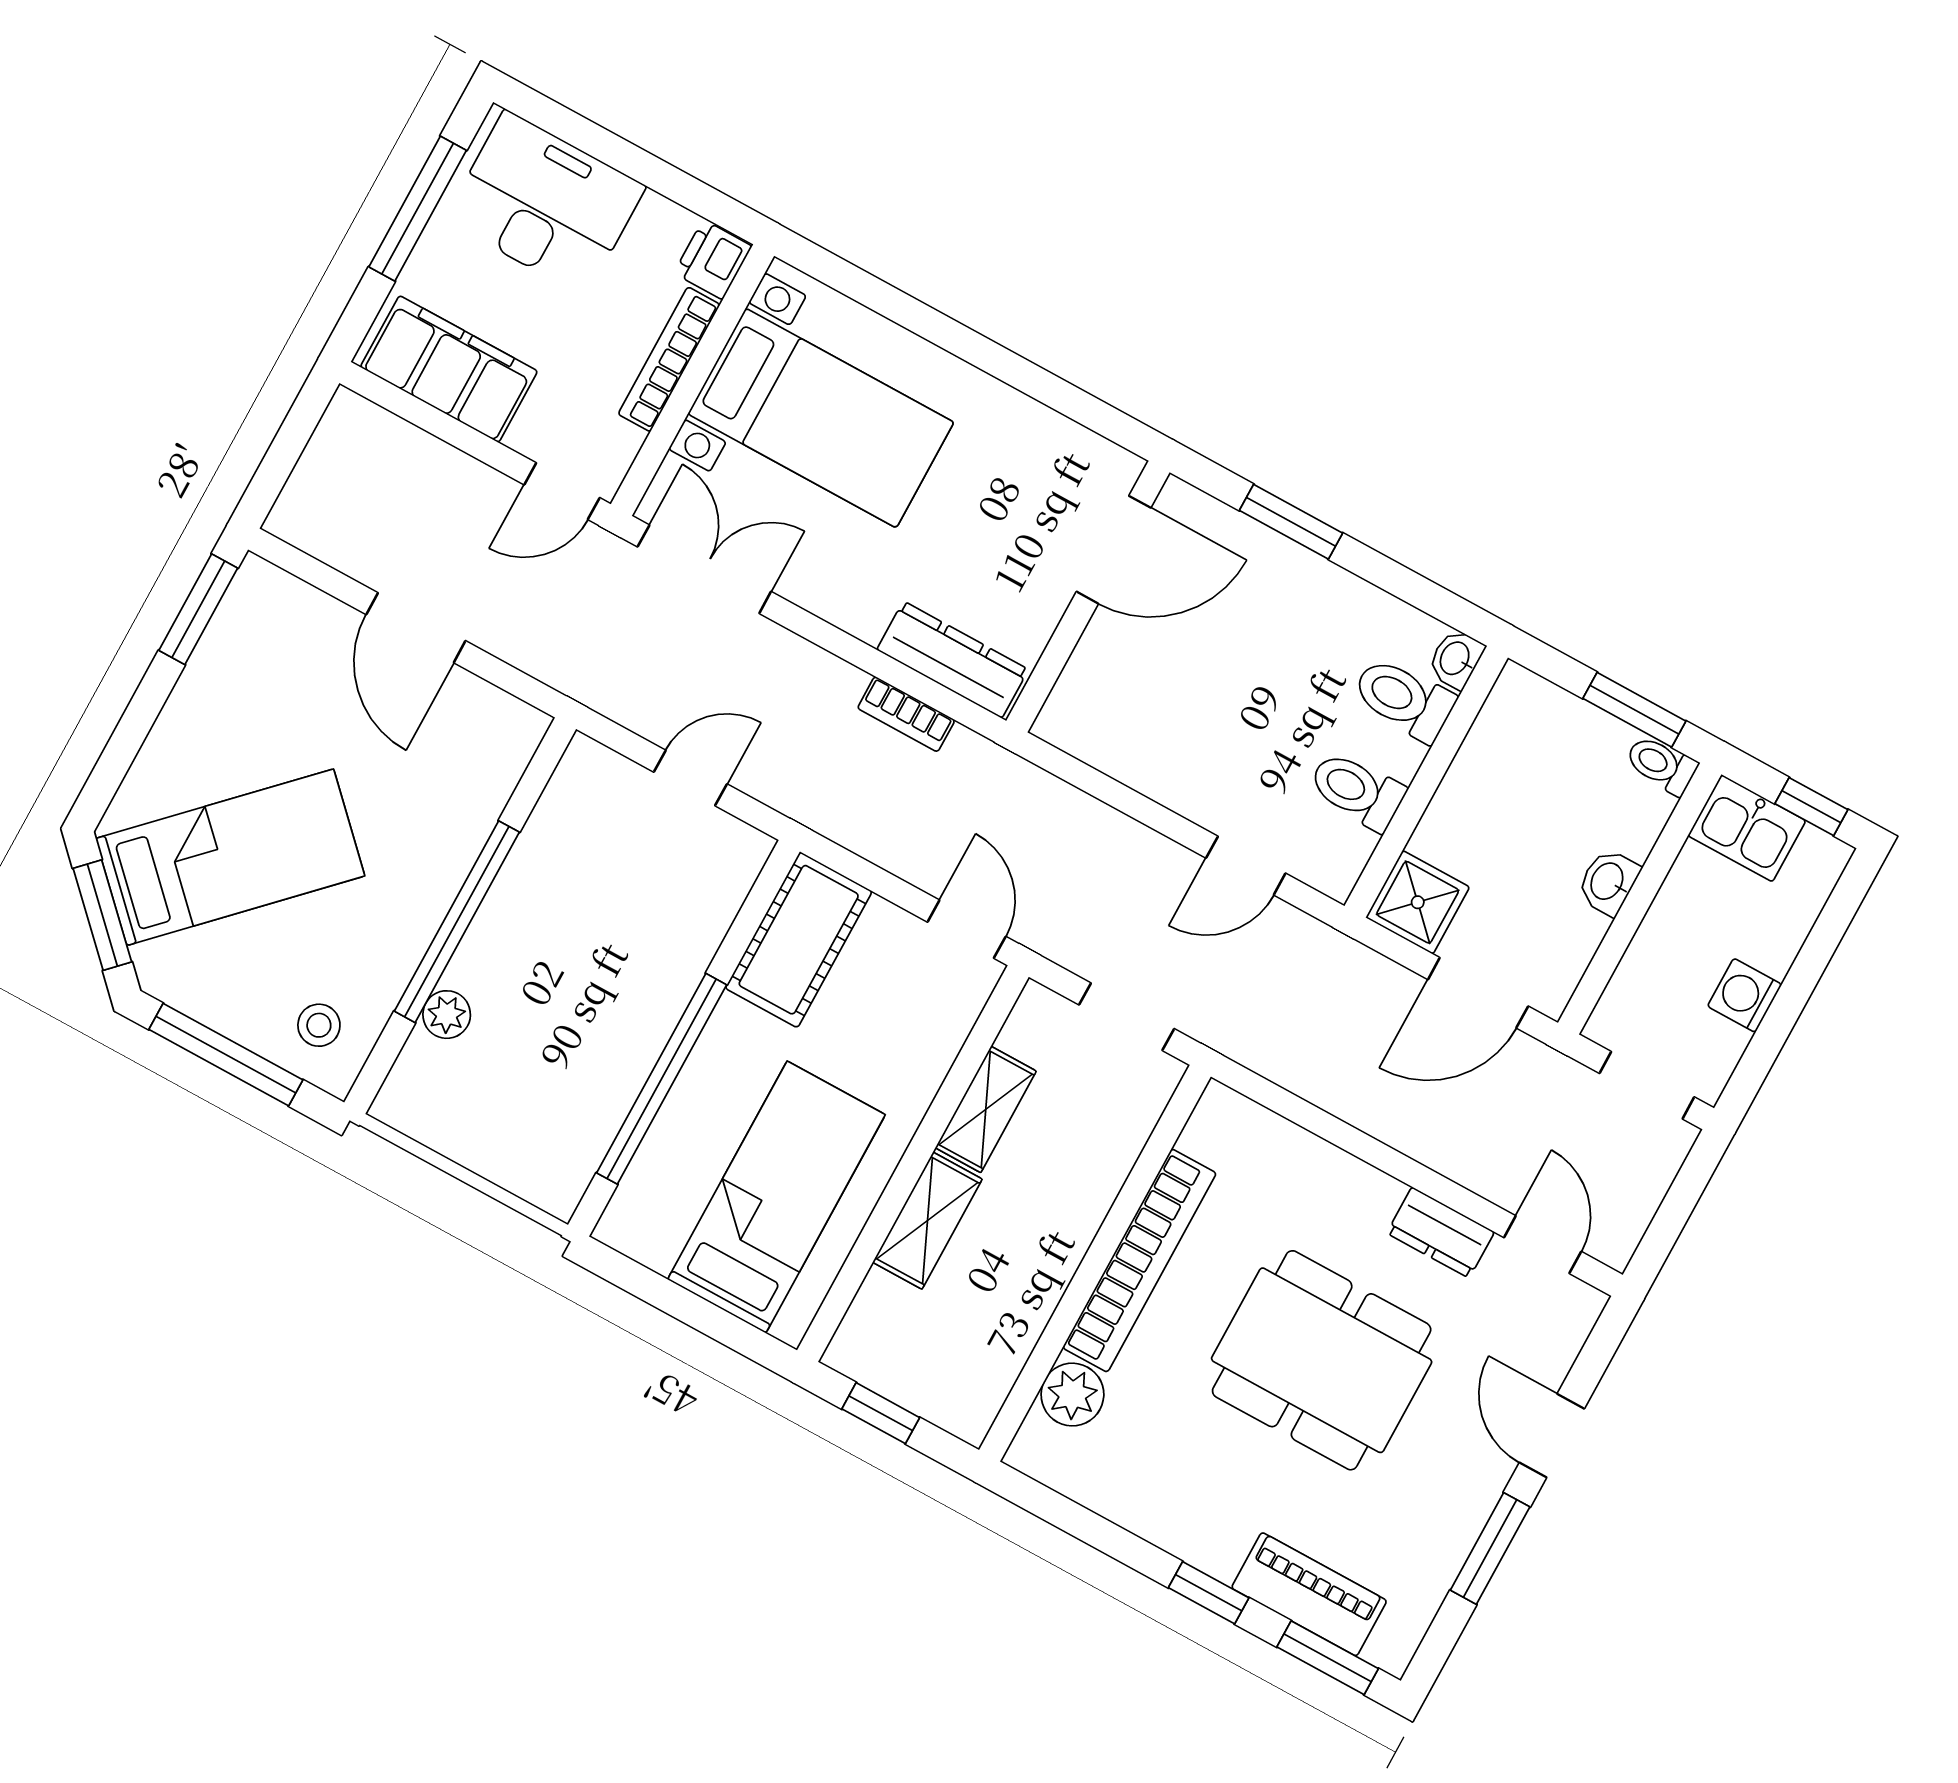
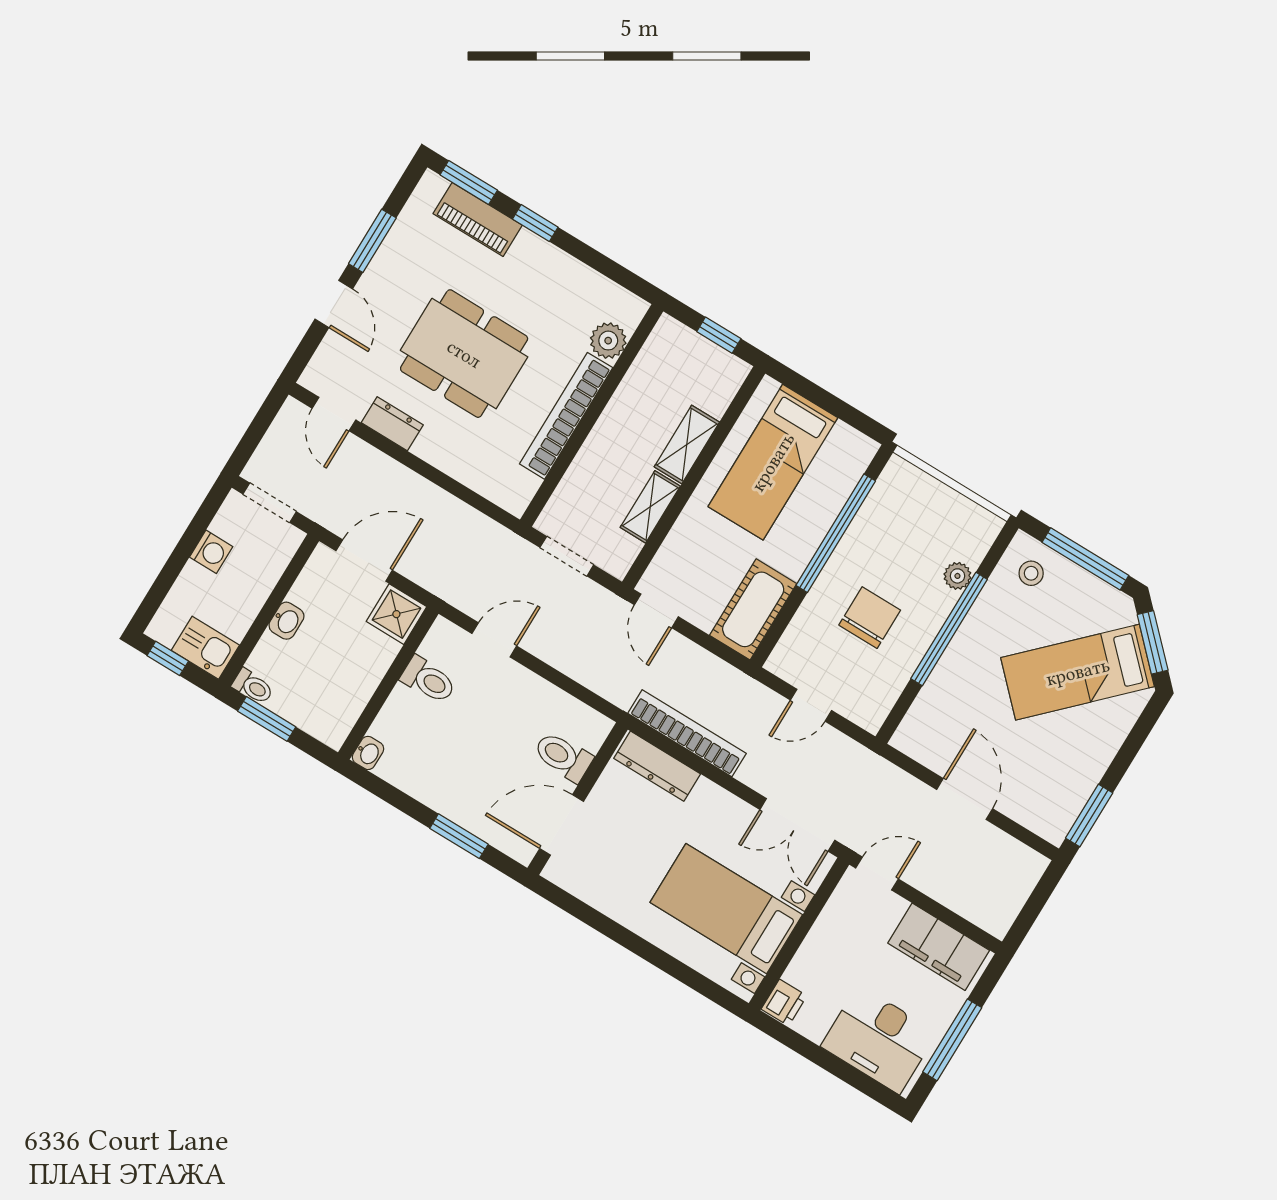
bookcase: (669, 359) -> (812, 946), removed
toilet: (1404, 699) -> (563, 757), moved, turned 180
bookcase: (906, 714) -> (687, 733), width x2.31, depth x1.31
chair: (596, 935) -> (870, 618), added

